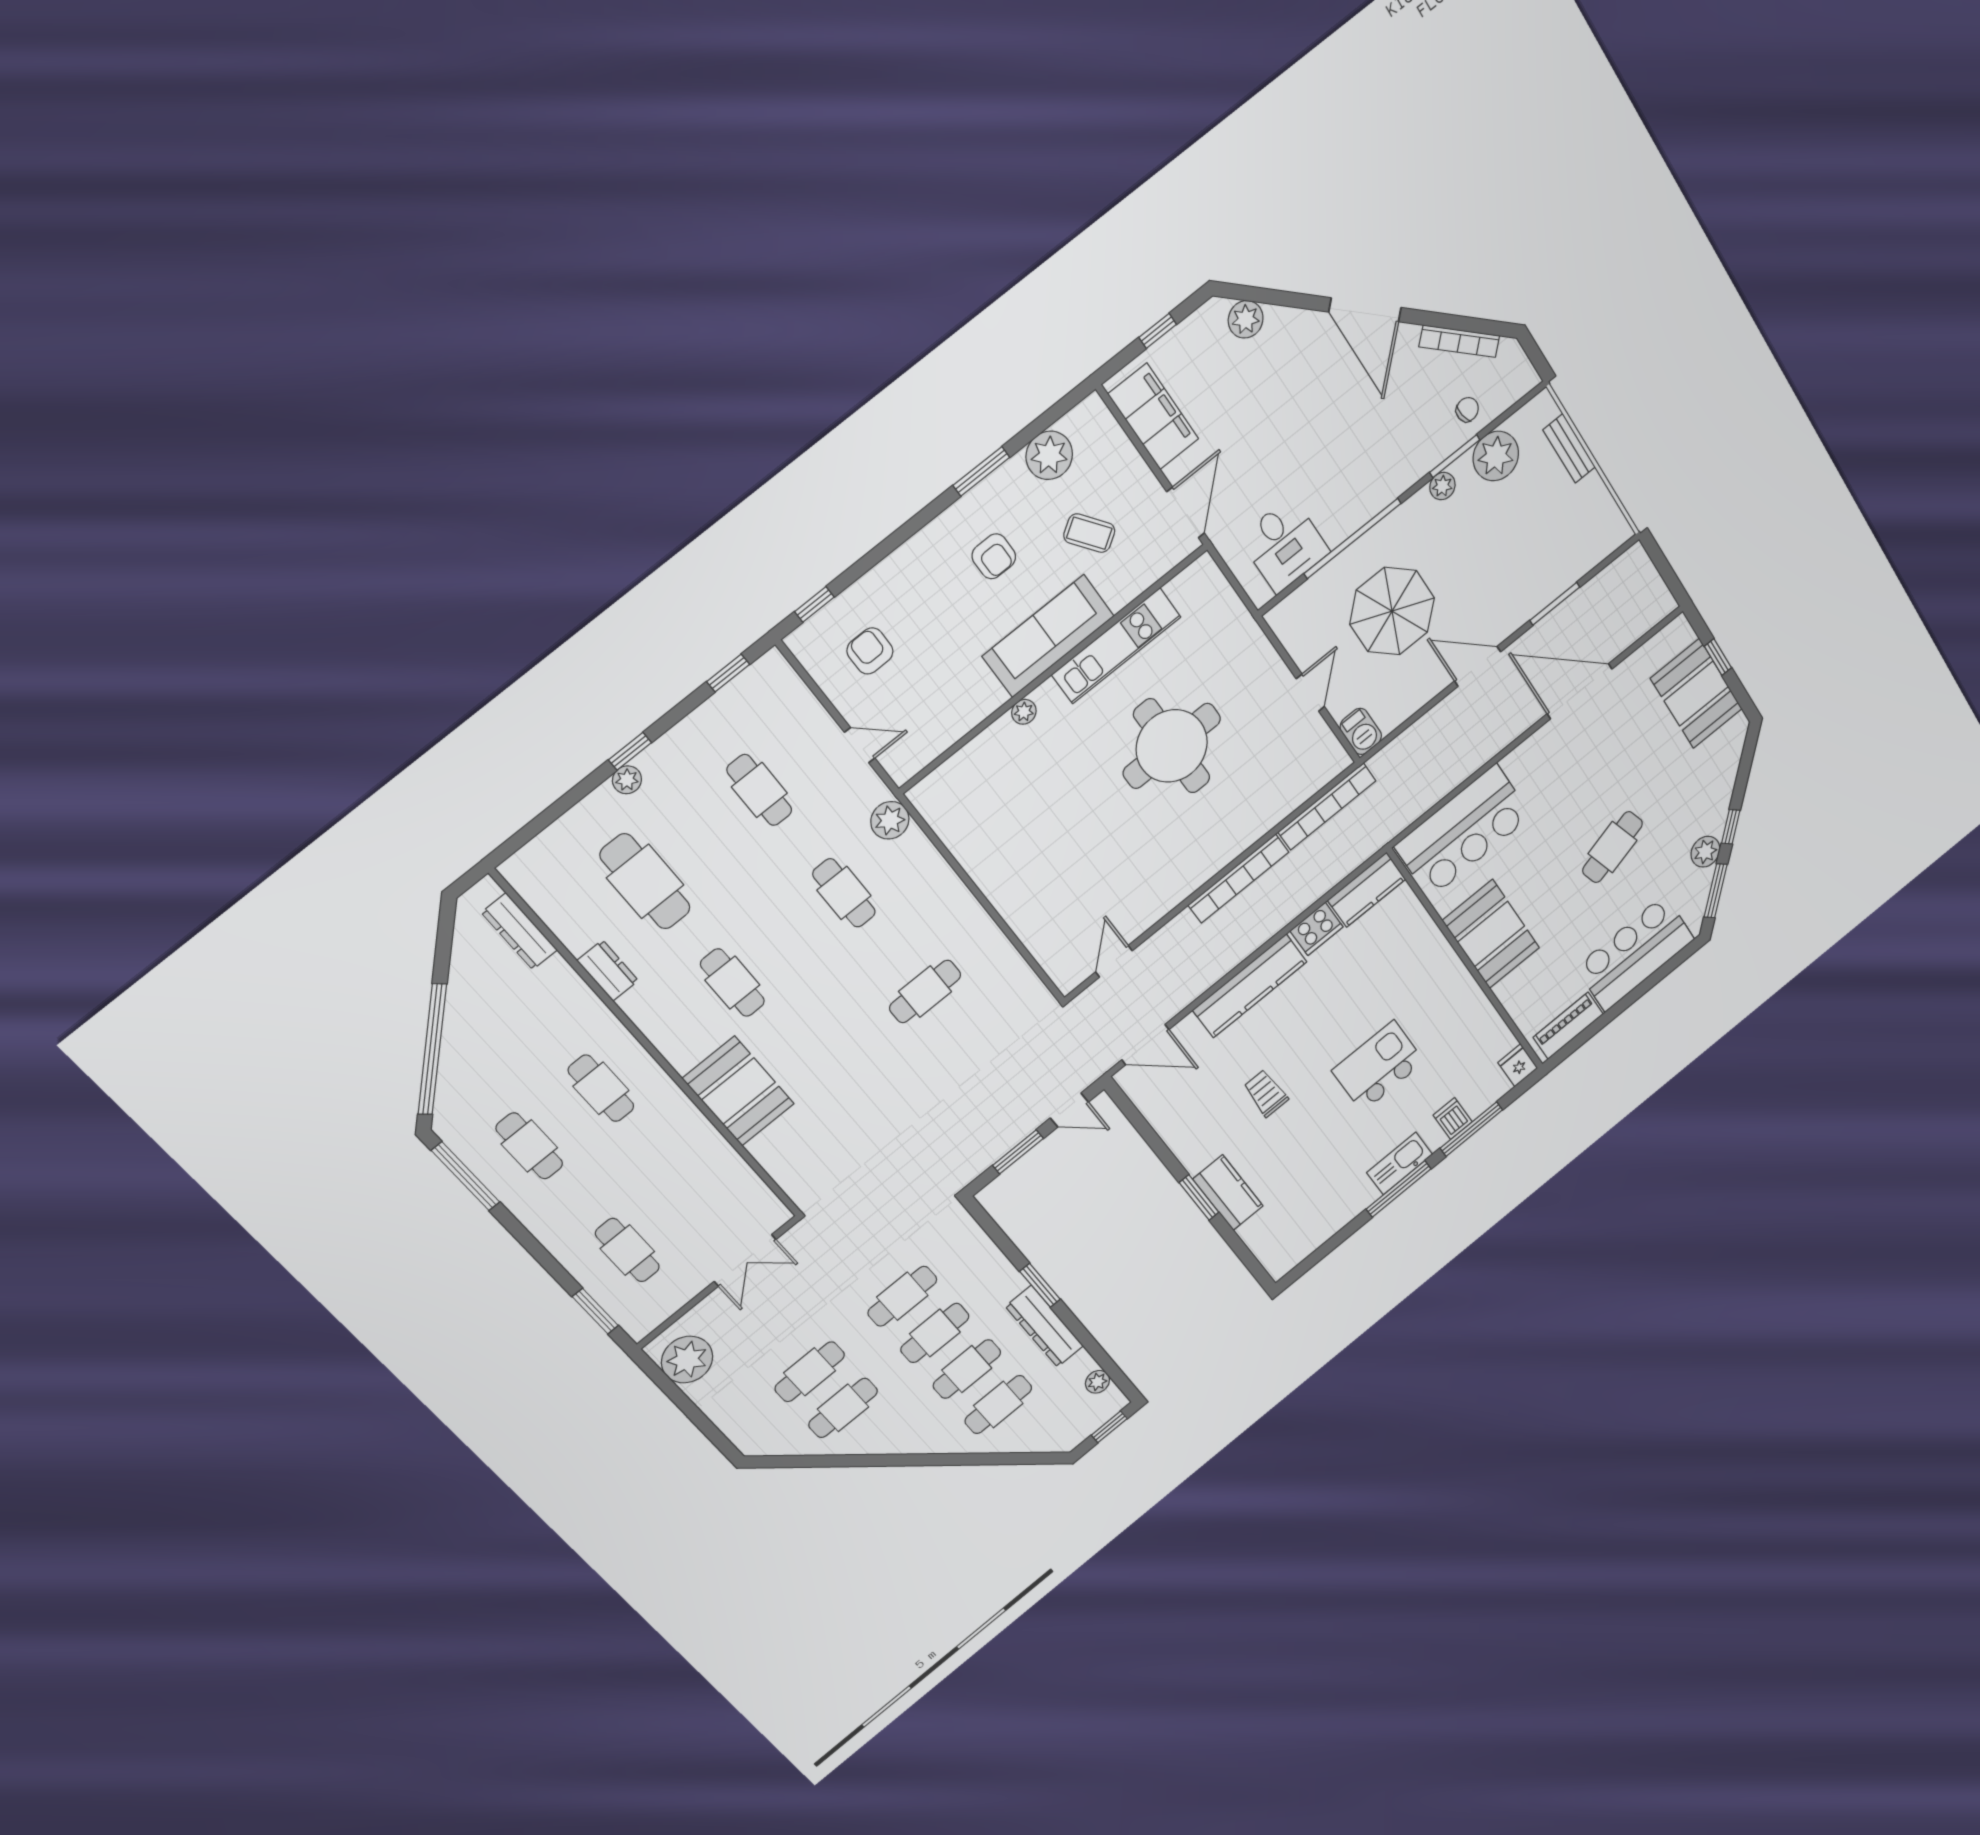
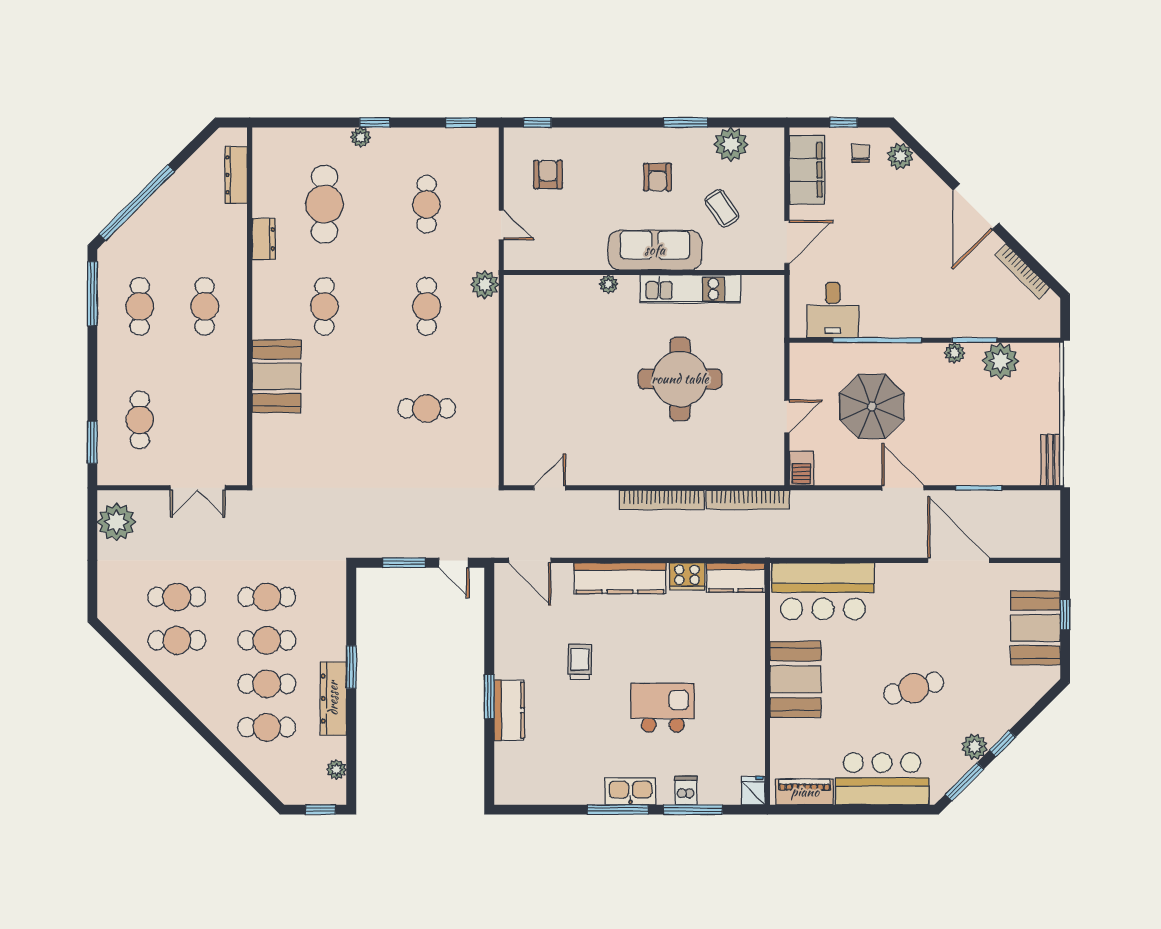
chair: (1467, 410) -> (860, 153), moved, turned -81
bench: (1569, 448) -> (1051, 460), moved

